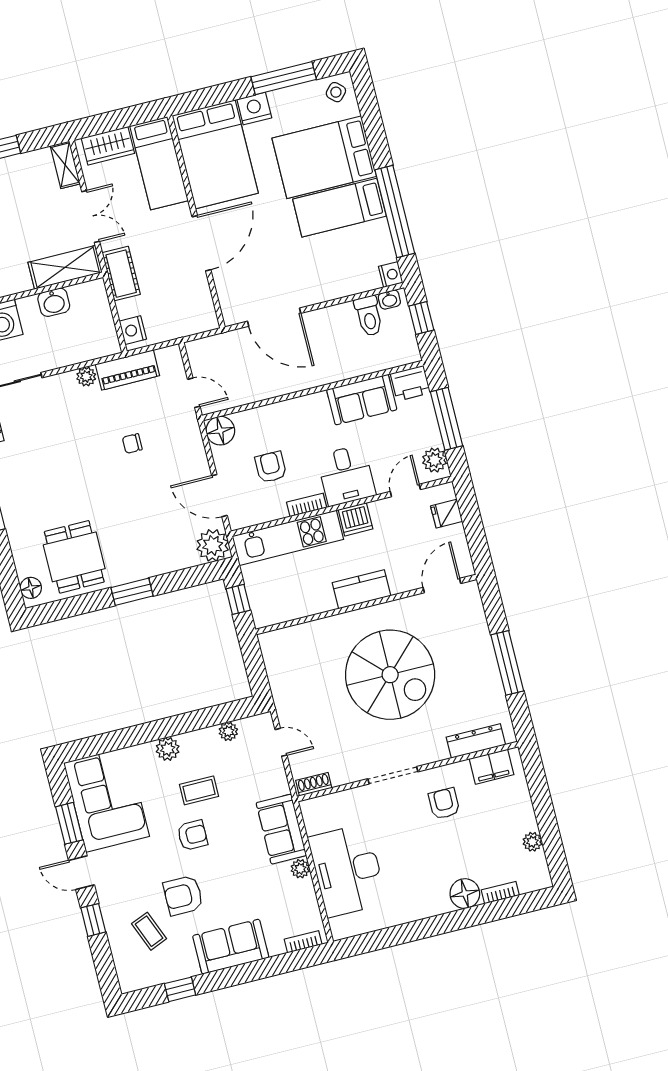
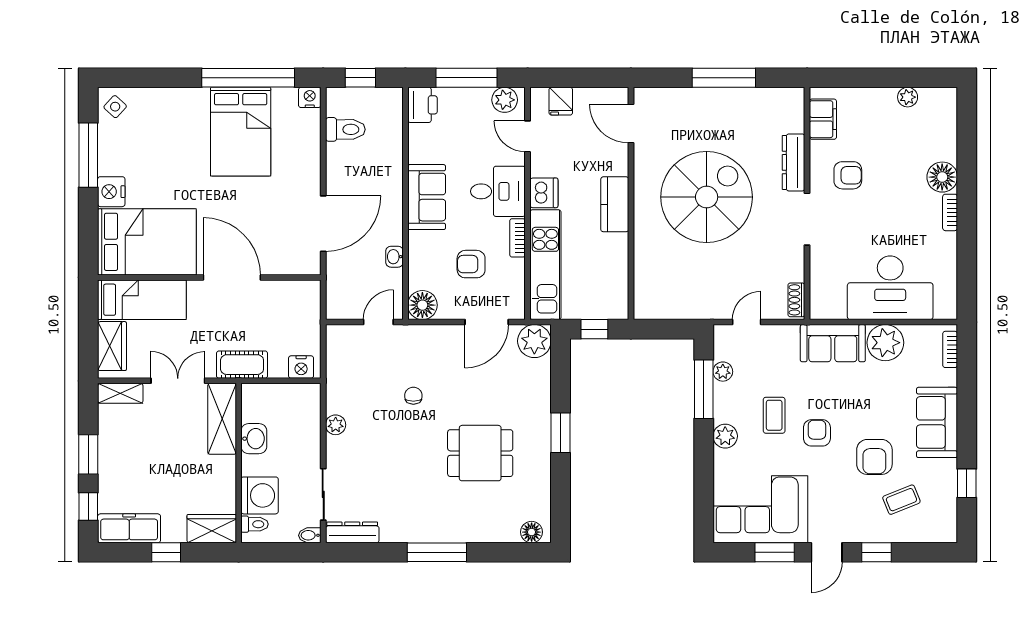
bed: (324, 157) -> (177, 134), removed
bed: (339, 208) -> (241, 132), width x1.50
washbasin: (389, 300) -> (394, 257), moved, turned 180
piano: (127, 370) -> (339, 382), removed
sofa: (362, 400) -> (427, 197), moved
chair: (132, 443) -> (413, 396), turned 180
dining table: (74, 557) -> (480, 453), moved
window: (207, 717) -> (704, 389), added
dresser: (476, 741) -> (794, 162), moved
armchair: (444, 804) -> (848, 175), turned 180
plant: (300, 869) -> (885, 343), width x1.87, depth x1.87
bookcase: (500, 893) -> (950, 212), moved

